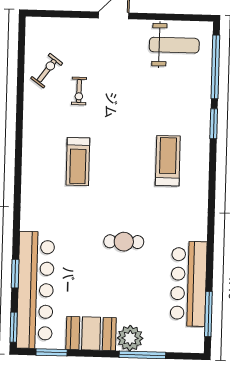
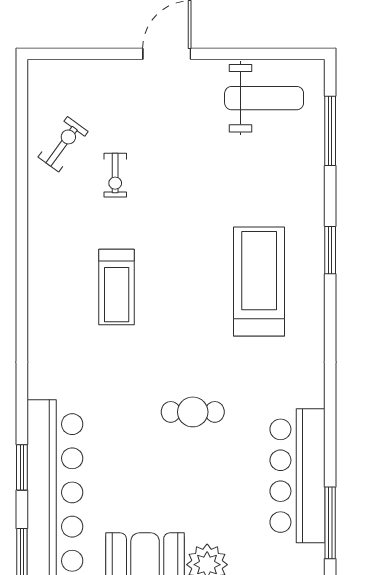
window: (215, 67) -> (330, 131), width x0.68
window: (214, 124) -> (330, 250), moved
treadmill: (168, 161) -> (259, 282), width x1.37, depth x1.37

